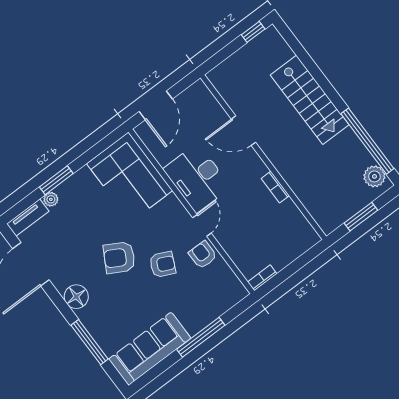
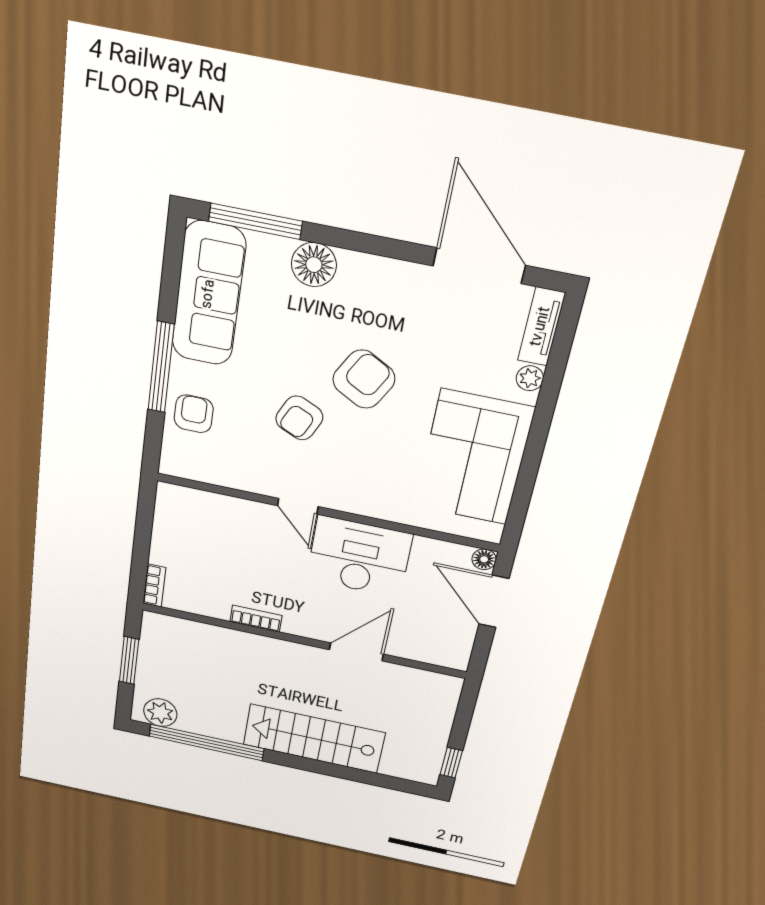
floor lamp: (142, 130) -> (484, 559), added
corner sofa: (130, 177) -> (474, 458), moved, turned -90
window: (56, 180) -> (545, 409), removed
armchair: (203, 255) -> (194, 414), moved, turned -90
bookcase: (262, 278) -> (154, 585), moved
floor lamp: (76, 297) -> (314, 265), moved
window: (90, 342) -> (255, 221), moved

